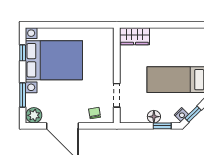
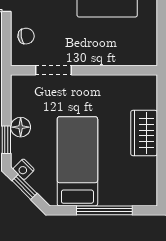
wardrobe: (134, 36) -> (144, 133), moved

